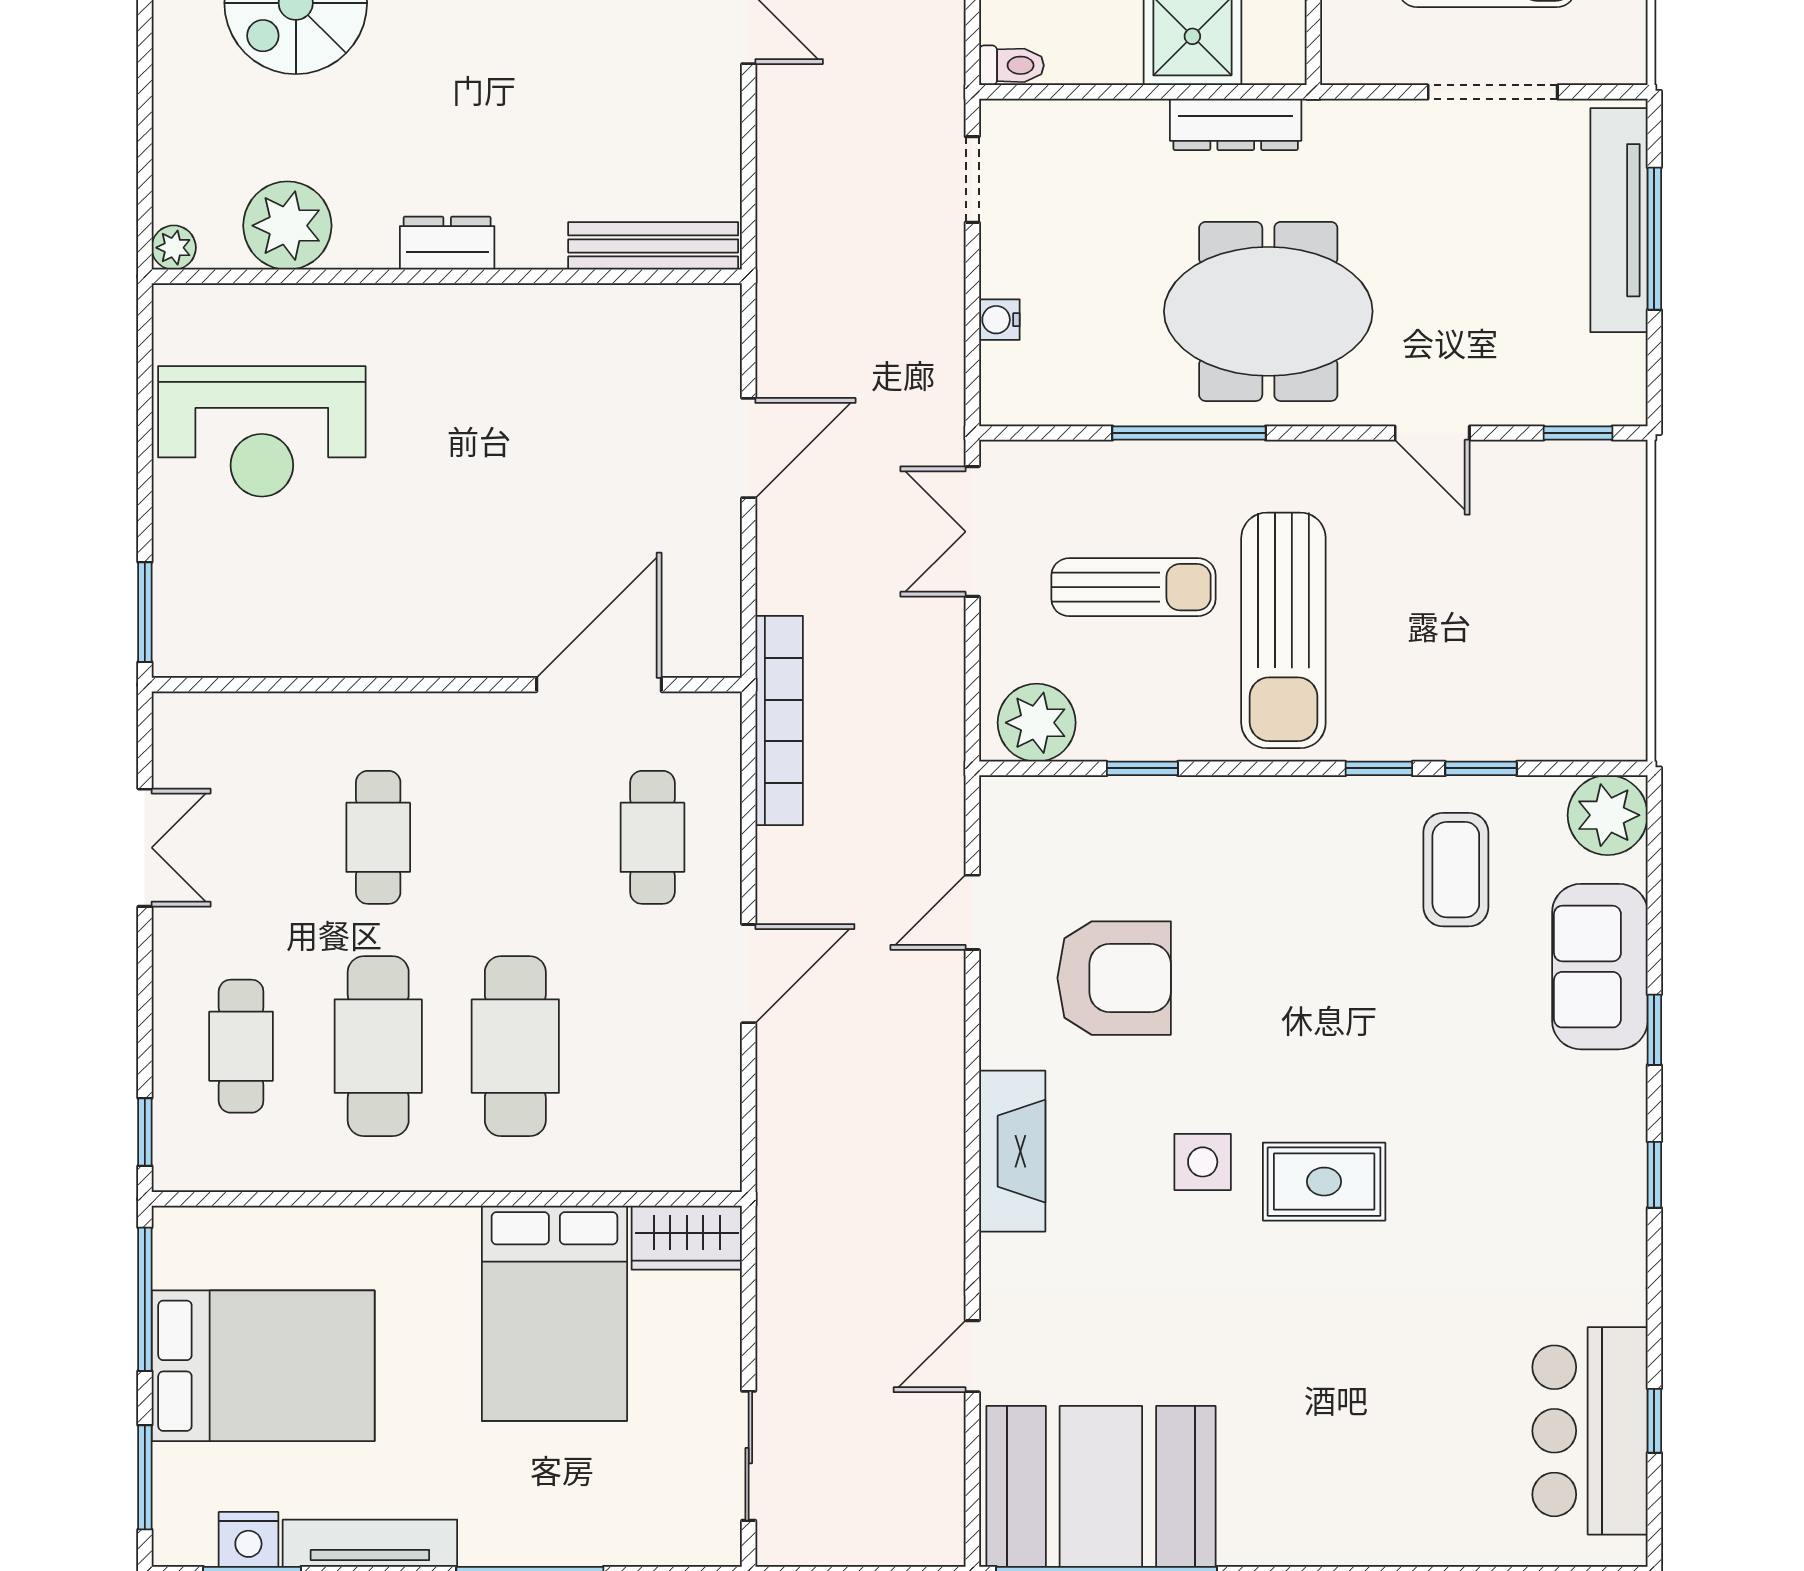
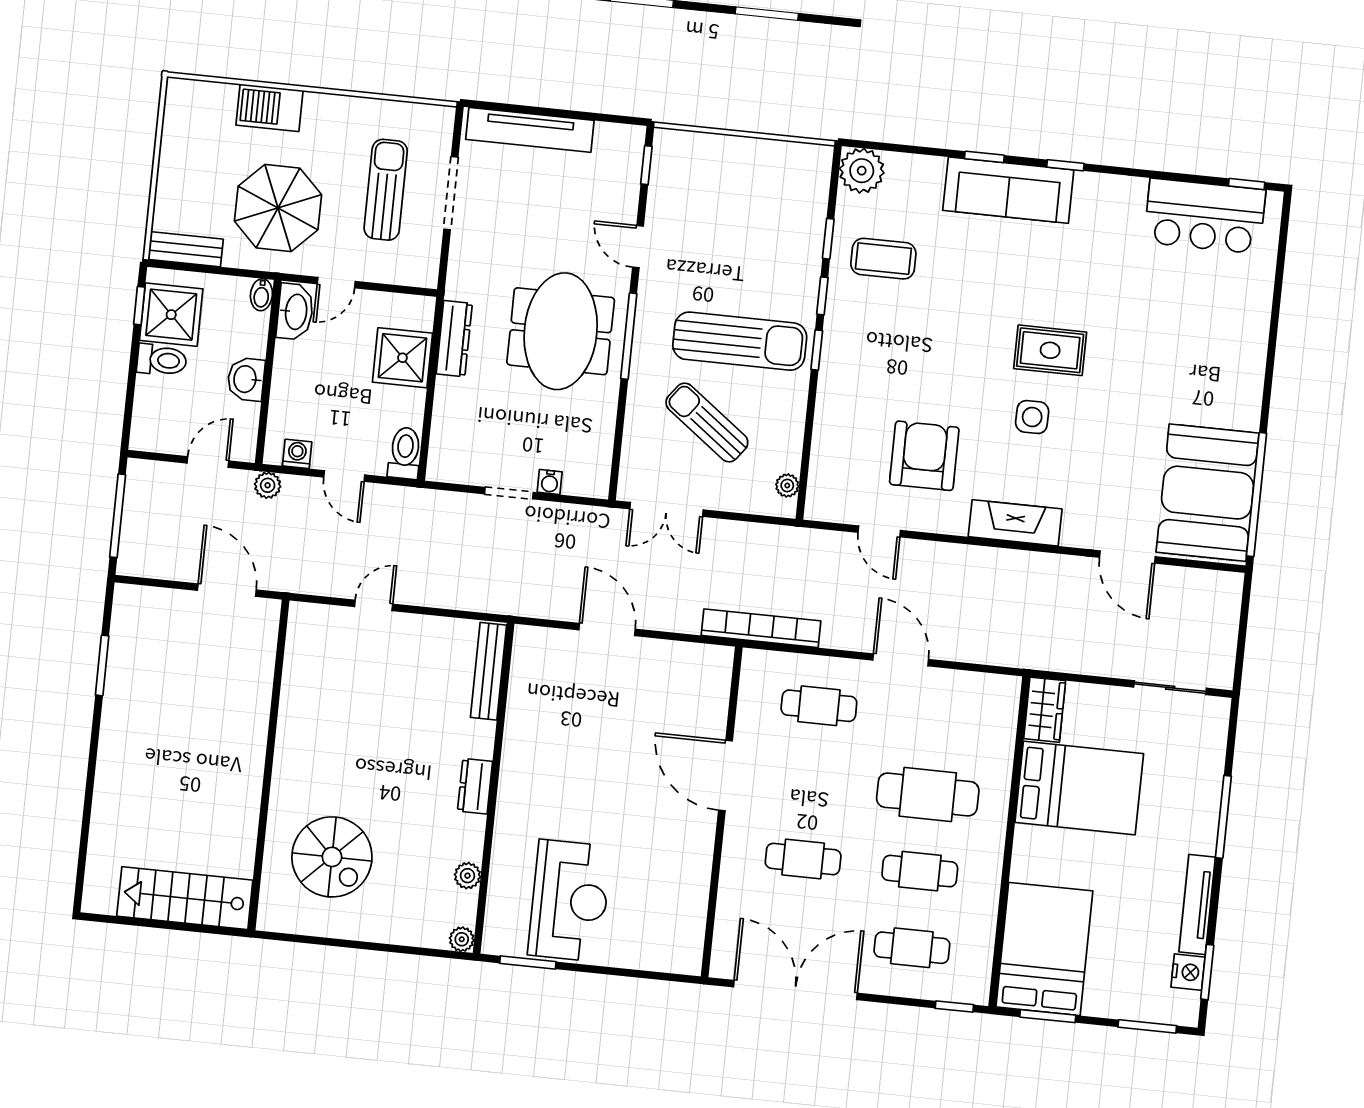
toilet: (1011, 65) -> (405, 453), width x1.37, depth x1.39
doorway: (972, 179) -> (509, 493), moved
plant: (287, 226) -> (467, 876), width x0.53, depth x0.53
window: (1654, 239) -> (542, 111), removed
window: (1189, 433) -> (629, 336), moved
door: (1432, 433) -> (638, 247), swing flipped
sun lounger: (1133, 587) -> (707, 422), turned -53
window: (145, 612) -> (528, 962), moved
door: (599, 685) -> (725, 776), moved
plant: (1037, 723) -> (787, 485), width x0.53, depth x0.53
window: (1142, 768) -> (817, 350), moved
double door: (145, 848) -> (795, 990), width x1.87
sofa: (1600, 967) -> (1008, 190), moved, width x1.36
cafe table: (378, 1046) -> (920, 871), width x0.73, depth x0.74
rug: (1324, 1182) -> (1050, 350), turned 90
window: (145, 1299) -> (1048, 1016), width x0.69
door: (972, 1356) -> (1127, 557), width x1.38
bed: (263, 1366) -> (1044, 949), moved
window: (1654, 1421) -> (1247, 184), moved

